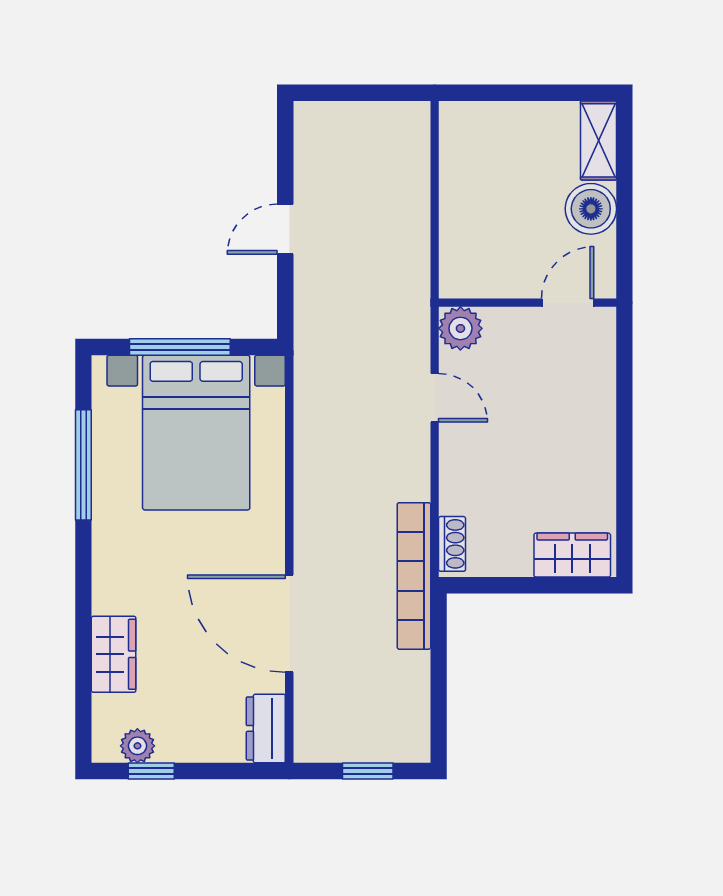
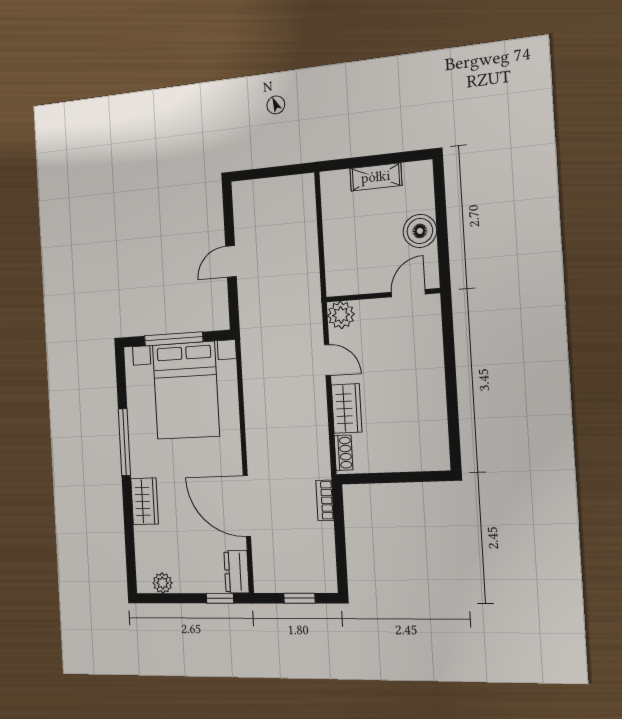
shelving: (598, 140) -> (376, 177), moved, turned 90
window: (83, 465) -> (124, 442), moved
wardrobe: (572, 555) -> (347, 408), moved, turned 90
bookcase: (414, 576) -> (325, 500), width x0.43, depth x0.76
wardrobe: (114, 654) -> (145, 501), moved
window: (151, 771) -> (220, 598), moved

